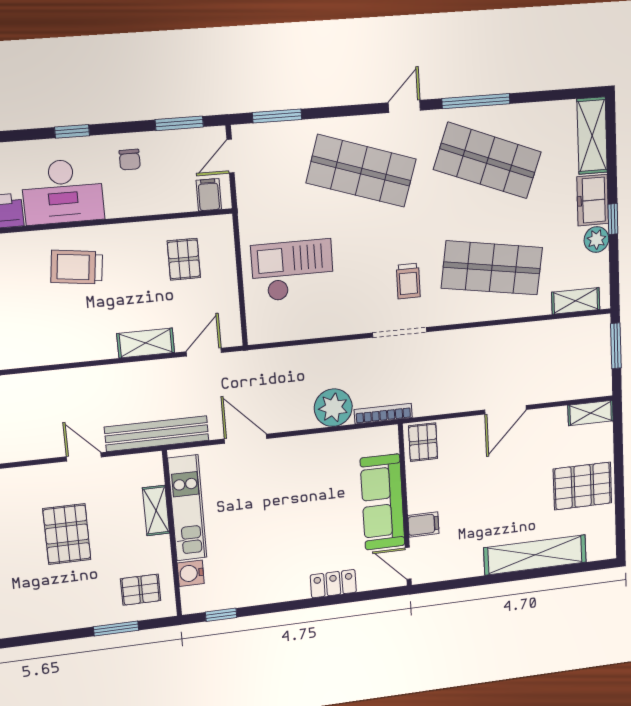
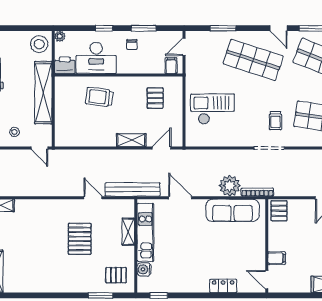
door: (404, 106) -> (278, 28), swing flipped
window: (277, 116) -> (223, 28), moved
window: (179, 123) -> (144, 28), moved
sofa: (383, 502) -> (233, 210), moved, turned -90

